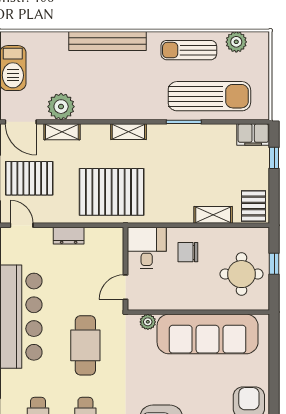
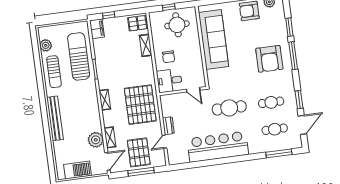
door: (22, 225) -> (164, 142), moved
plant: (148, 322) -> (211, 74), removed

